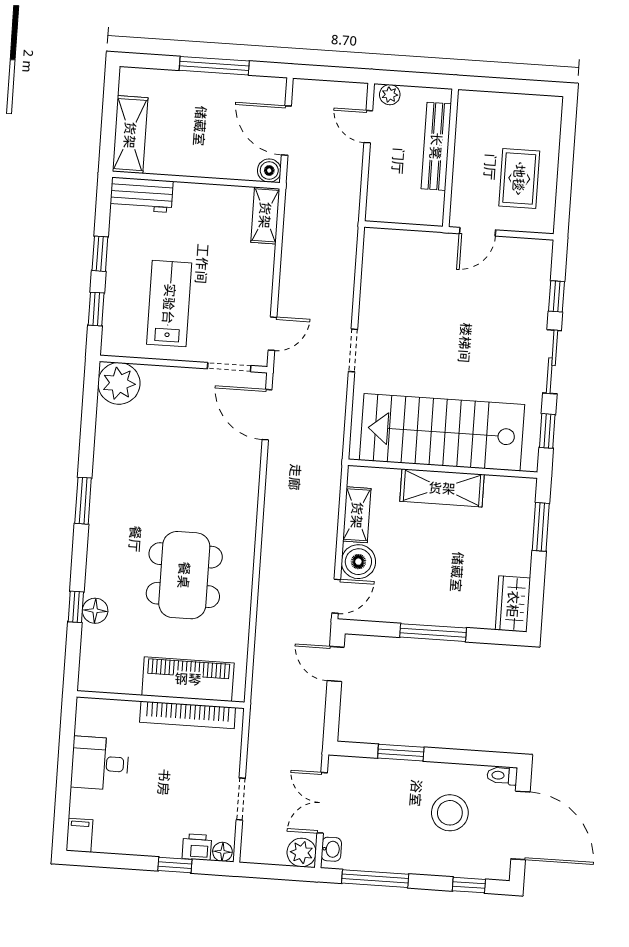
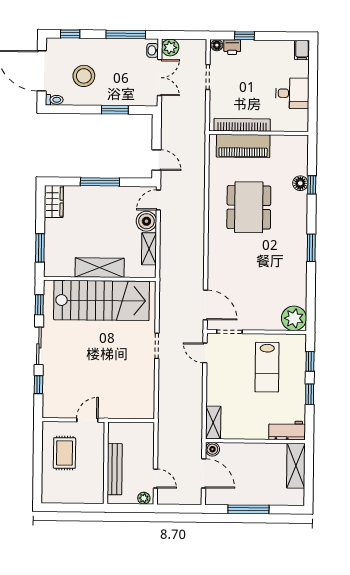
door: (273, 334) -> (205, 353), hinge flipped

